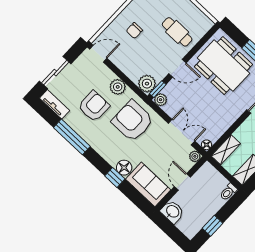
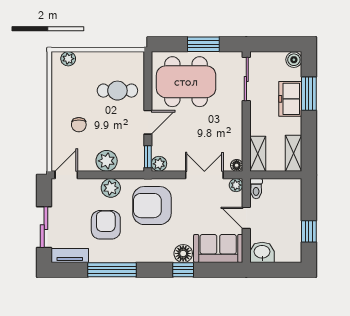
plant: (147, 84) -> (107, 161), moved
toilet: (228, 192) -> (256, 189), moved

